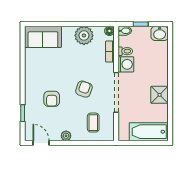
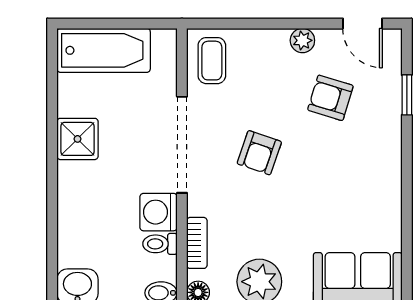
armchair: (52, 99) -> (330, 98), moved, turned -73
coffee table: (93, 123) -> (212, 61), moved

